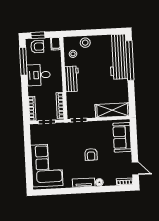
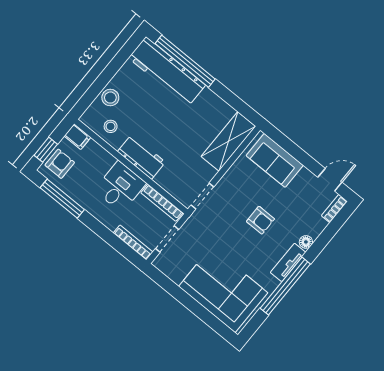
desk: (39, 75) -> (120, 187), moved, turned 180
window: (72, 191) -> (285, 286), added

